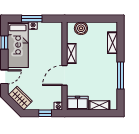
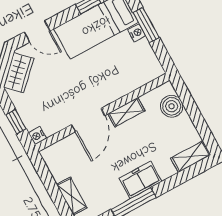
shelving: (112, 43) -> (191, 157), moved
door: (65, 75) -> (88, 120), swing flipped
freezer: (77, 103) -> (140, 180), moved, turned -90

